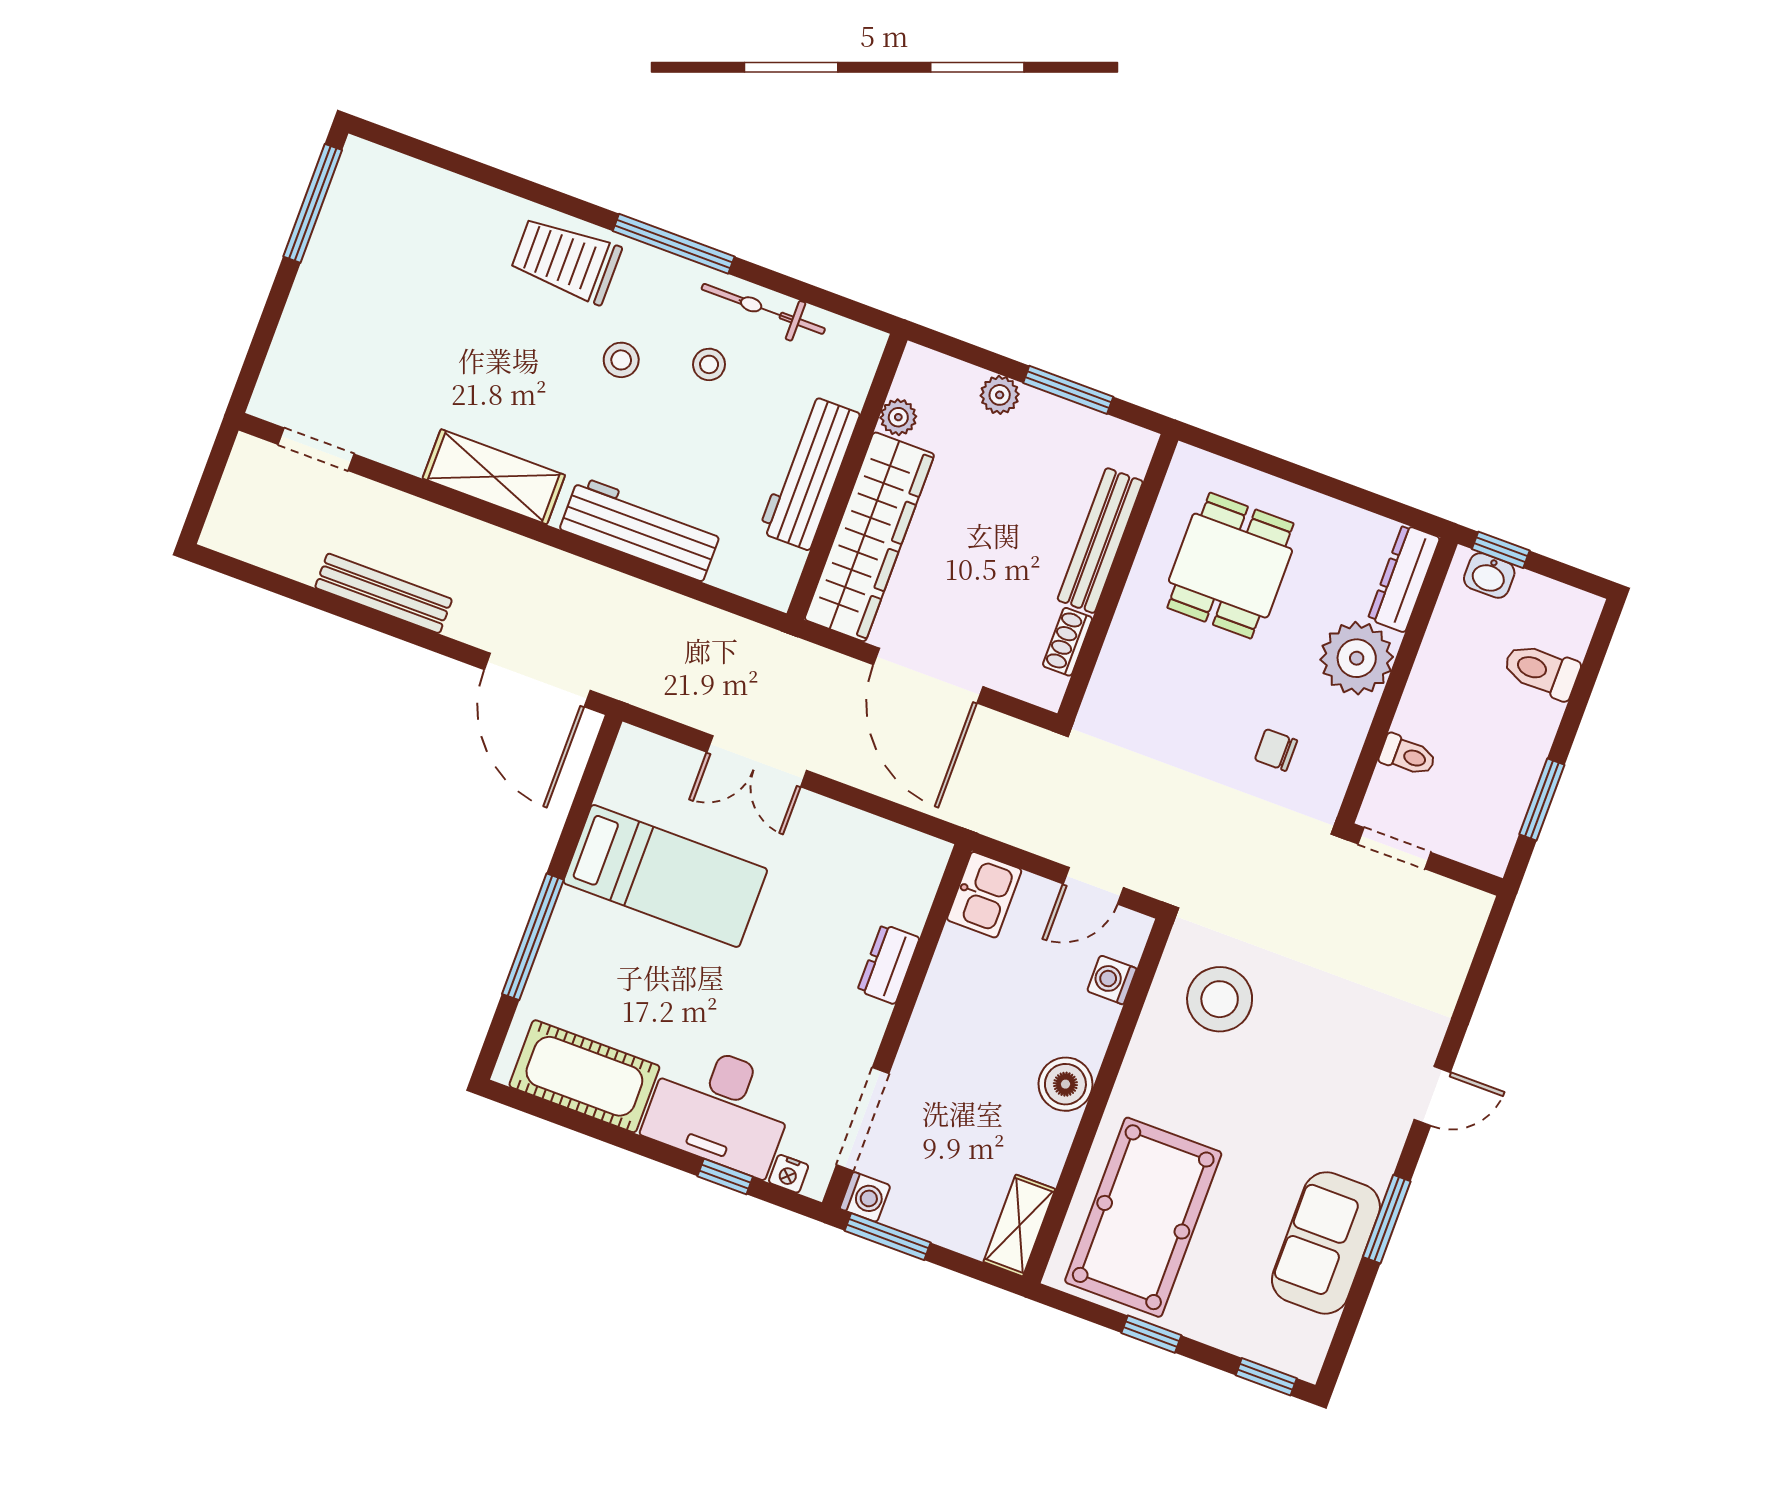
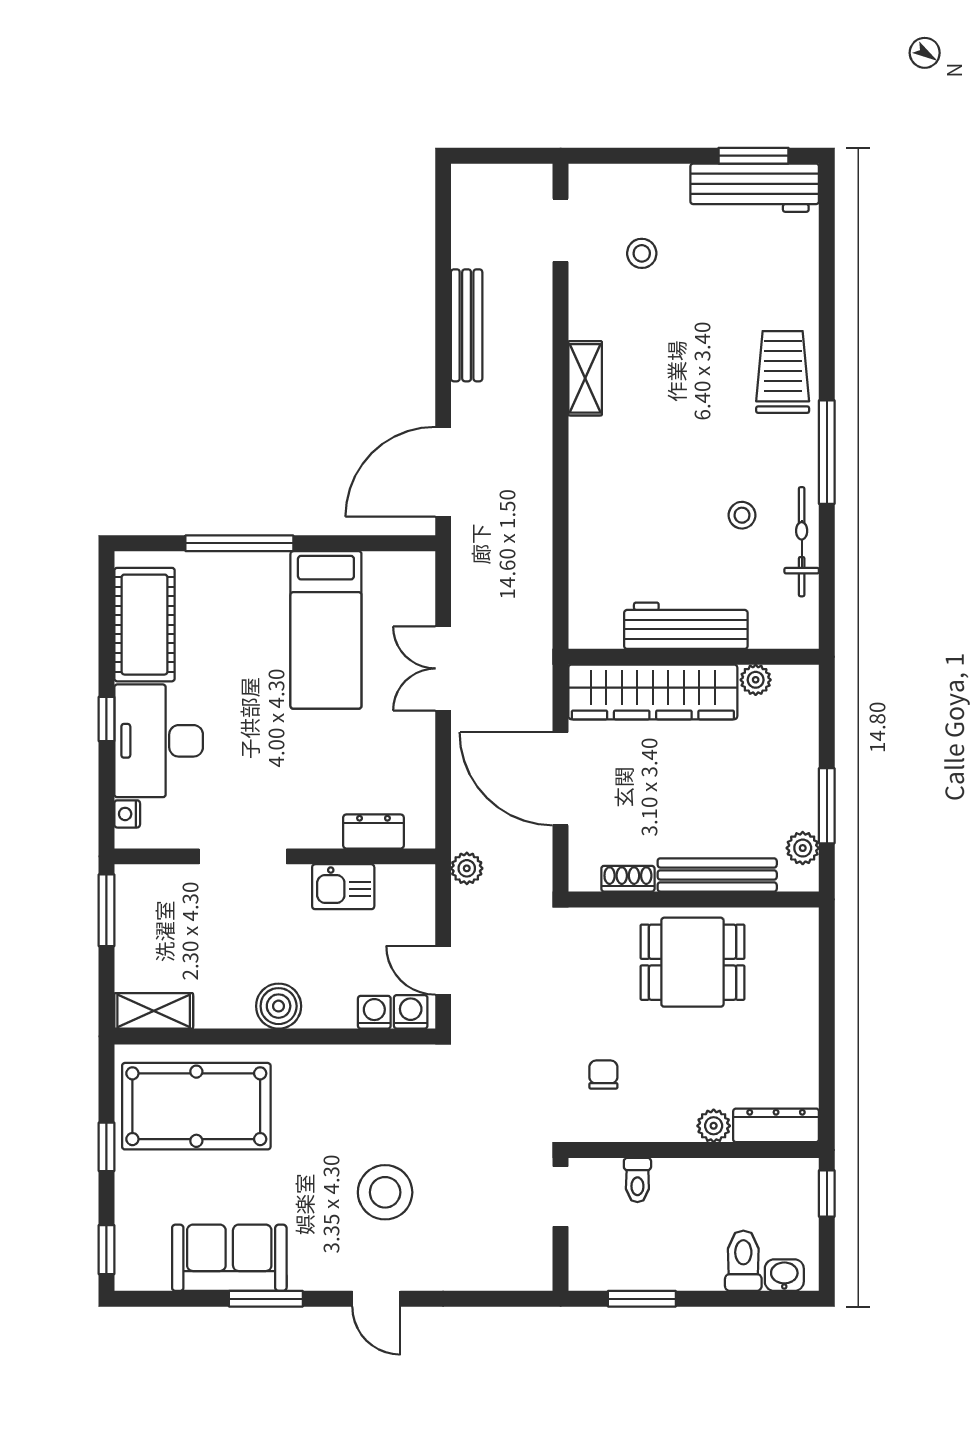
window: (313, 203) -> (753, 156), width x0.69
stool: (621, 360) -> (642, 253), moved
plant: (1000, 395) -> (803, 848), moved
shelving: (494, 477) -> (585, 378), width x0.67, depth x0.75
workbench: (641, 529) -> (755, 188), moved, turned 90
dining table: (1230, 566) -> (692, 962), moved
washbasin: (1489, 575) -> (784, 1275), moved, turned 90
plant: (1357, 658) -> (714, 1126), width x0.53, depth x0.53
door: (928, 676) -> (561, 779), hinge flipped
plant: (989, 817) -> (467, 868), added
kitchen sink: (984, 895) -> (343, 887), moved
dresser: (888, 964) -> (373, 832), moved
stool: (1220, 999) -> (385, 1192), moved
doorway: (863, 1119) -> (243, 856), moved
window: (725, 1176) -> (106, 719), moved
washing machine: (865, 1197) -> (411, 1012), moved, turned 180

